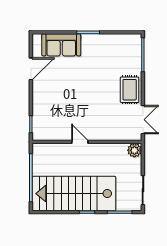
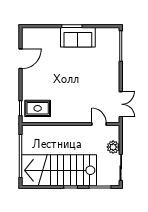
sofa: (61, 45) -> (78, 37), moved
rug: (130, 90) -> (38, 108), moved, turned 90
door: (80, 142) -> (99, 124), moved
plant: (134, 150) -> (113, 147), moved

